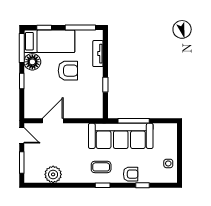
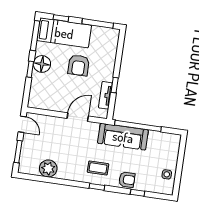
tv unit: (98, 54) -> (105, 95), moved
floor lamp: (32, 62) -> (42, 64), moved
armchair: (68, 71) -> (79, 65), turned 90
door: (53, 121) -> (78, 117), moved
window: (134, 121) -> (138, 126), width x1.46
sofa: (121, 136) -> (123, 137), width x0.74, depth x0.79

